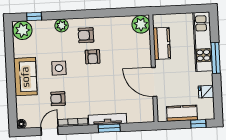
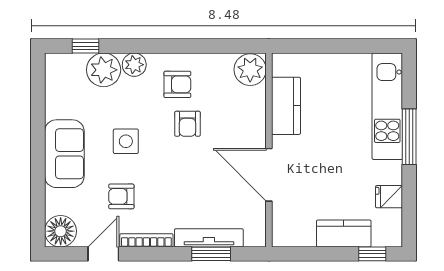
plant: (141, 24) -> (250, 70), moved
plant: (22, 30) -> (104, 70), moved
armchair: (86, 35) -> (177, 84), turned 180
kitchen counter: (162, 43) -> (286, 106), moved
wall: (153, 68) -> (269, 150), moved
door: (154, 82) -> (269, 175), moved
floor lamp: (21, 124) -> (61, 231), width x1.89, depth x1.89

